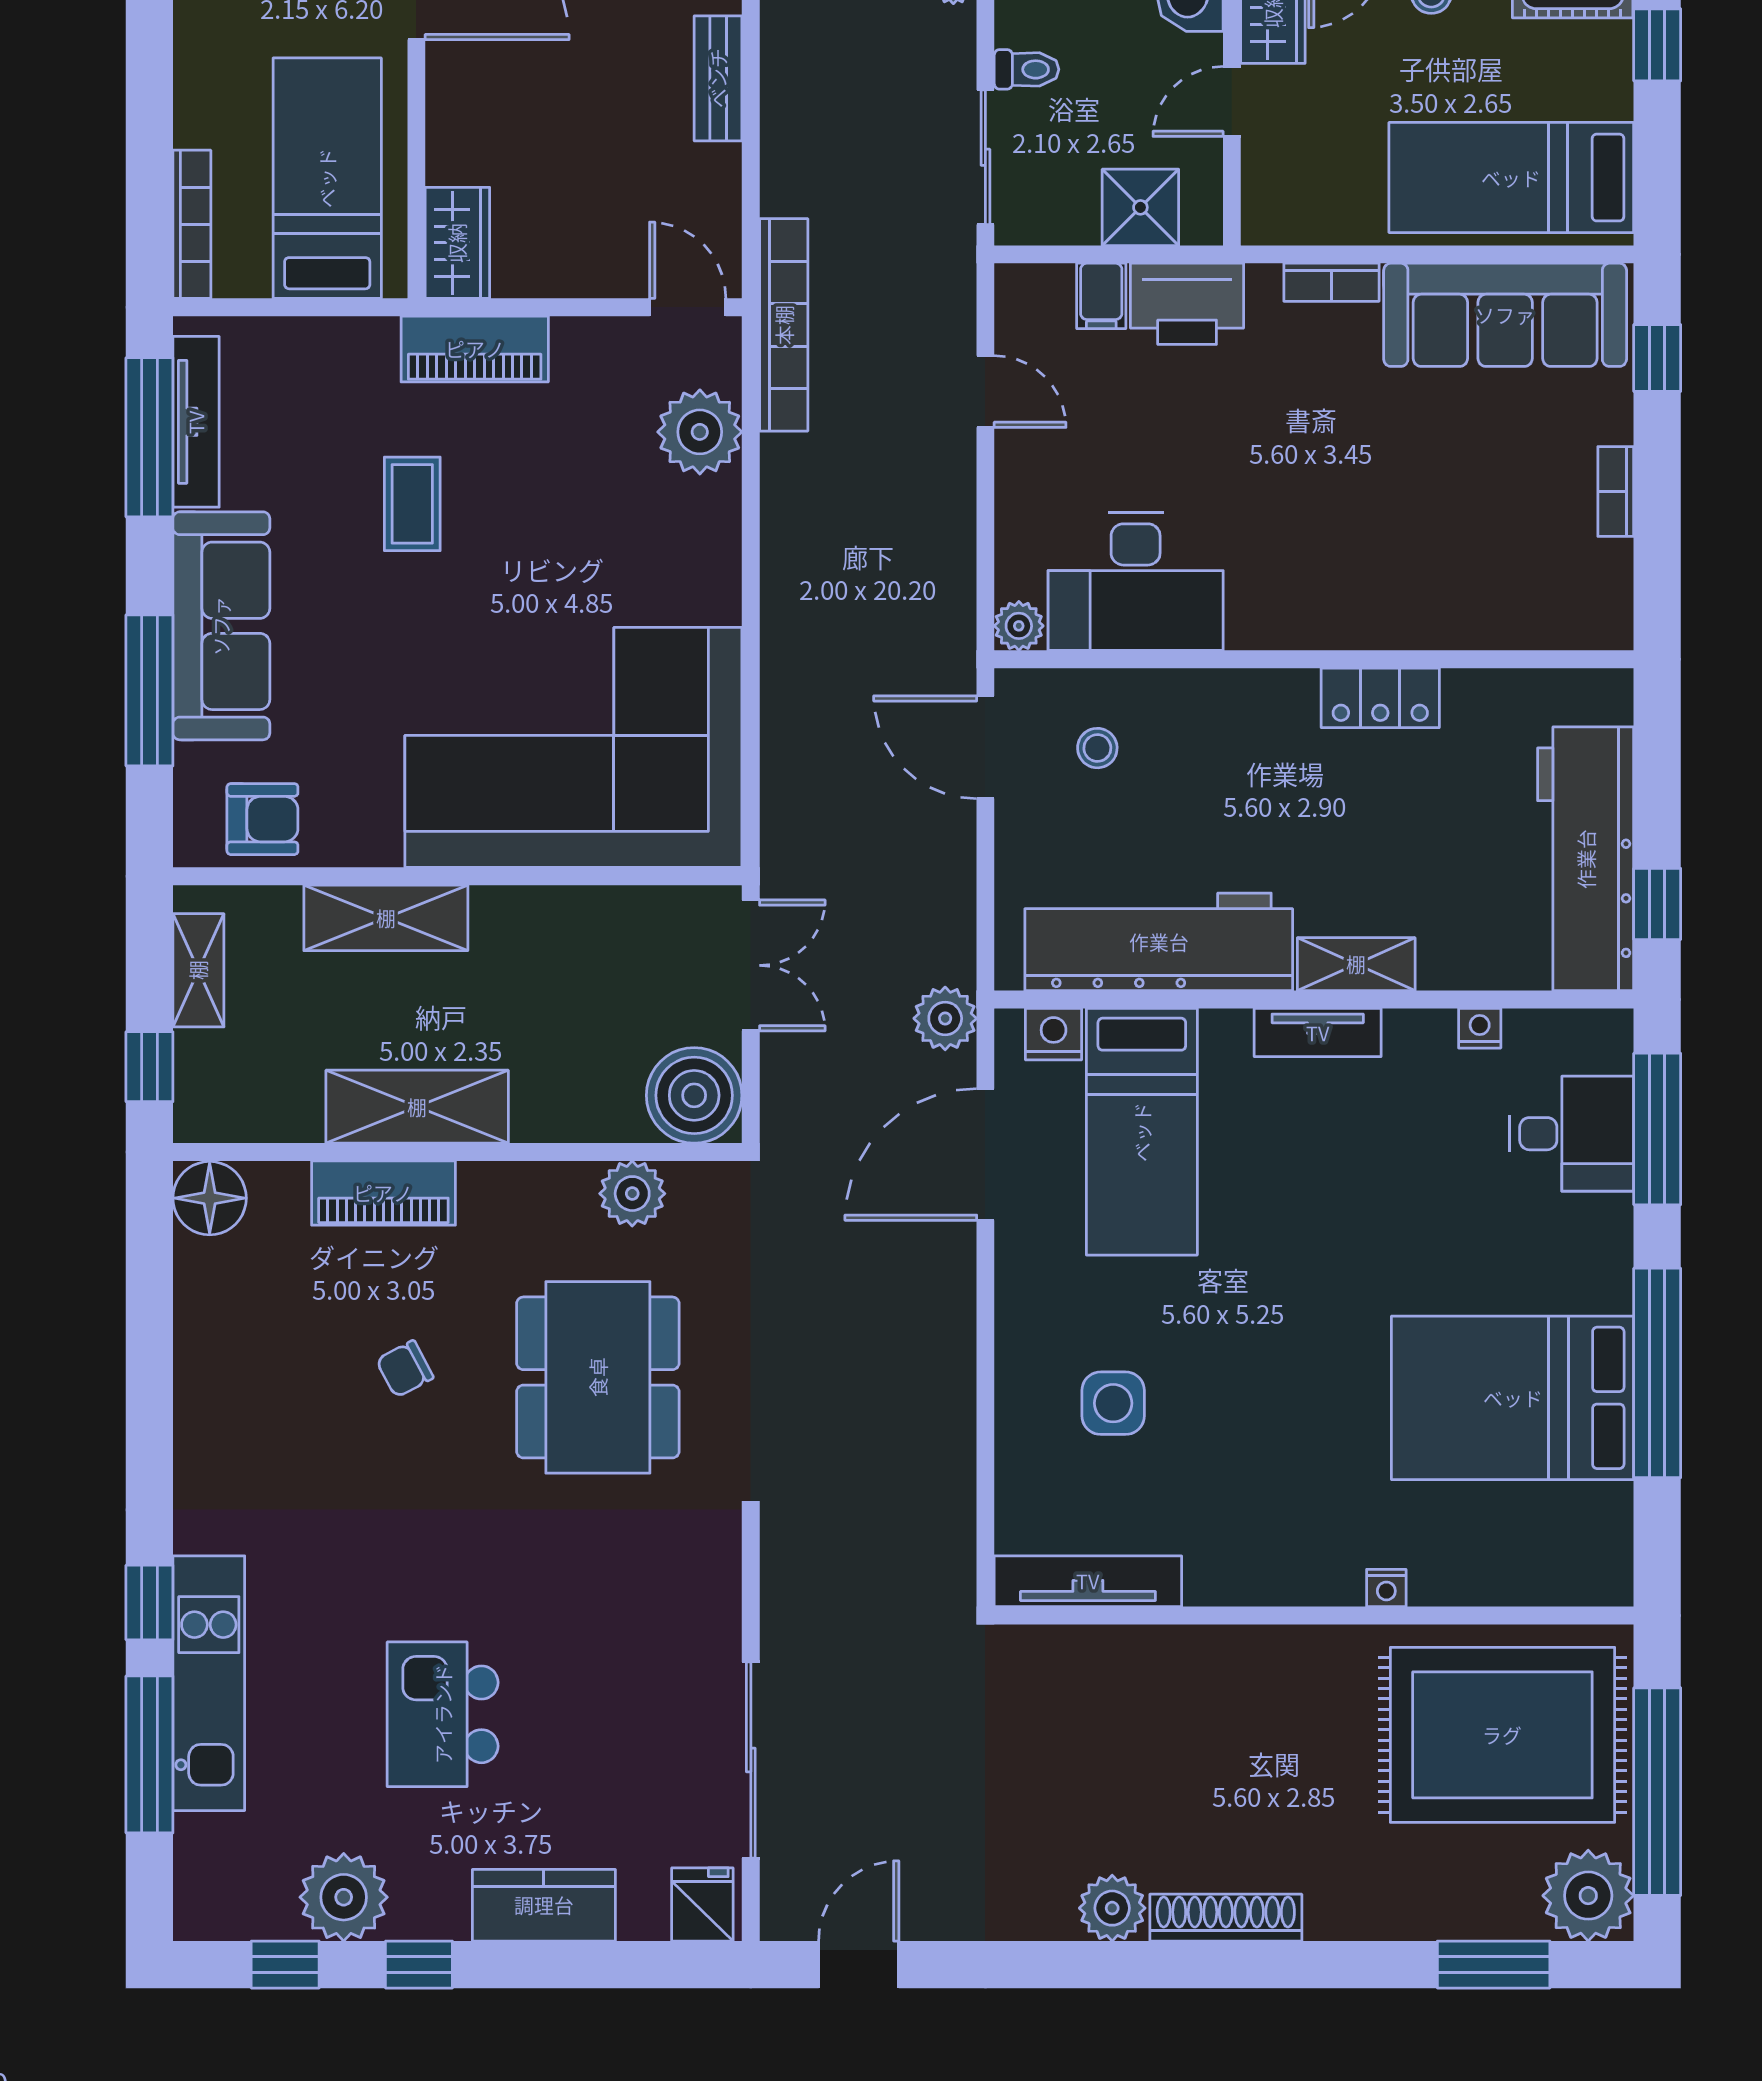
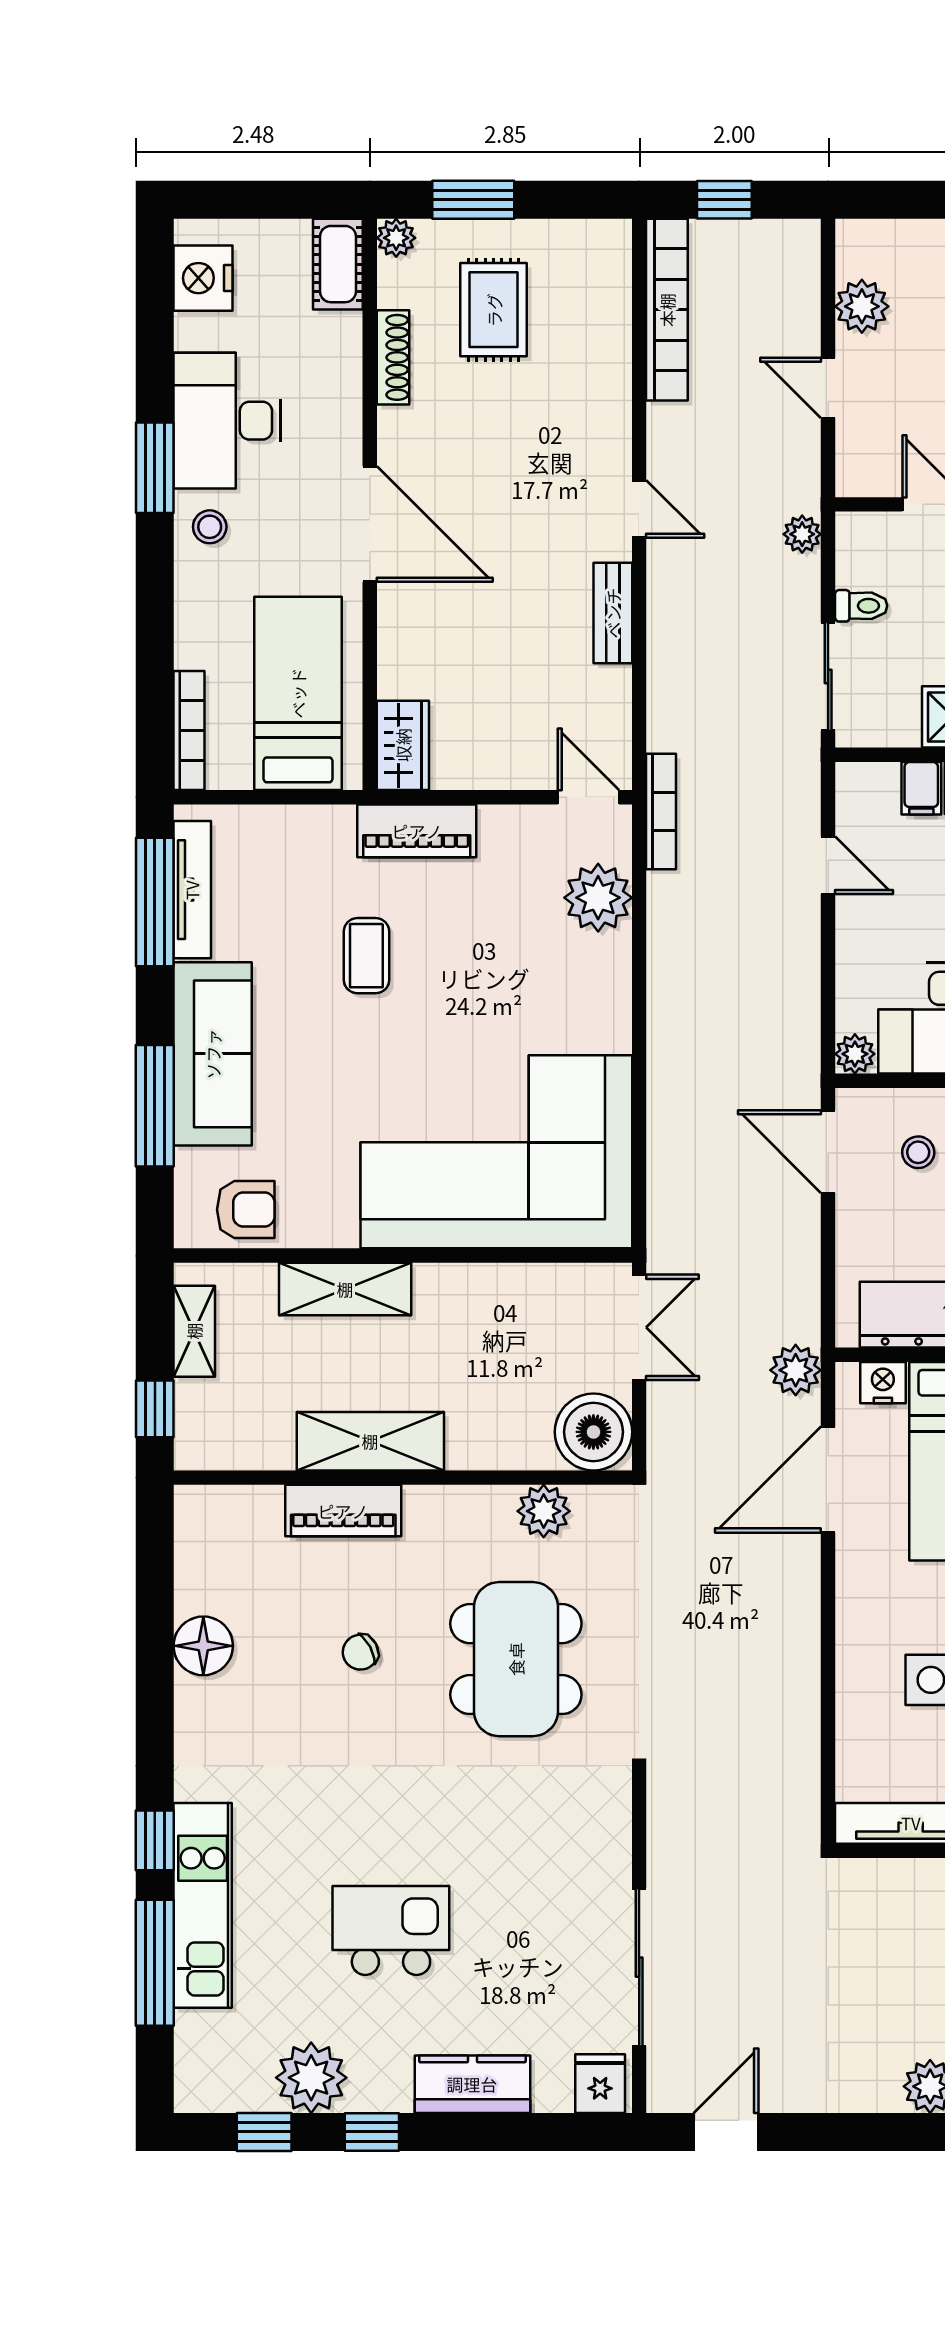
bookcase: (784, 325) -> (661, 811), width x0.68, depth x0.76
floor lamp: (210, 1198) -> (203, 1646), moved
kitchen island: (443, 1714) -> (391, 1930), turned 90

